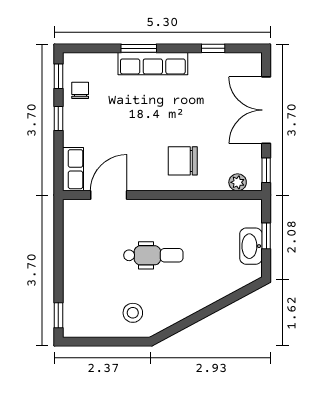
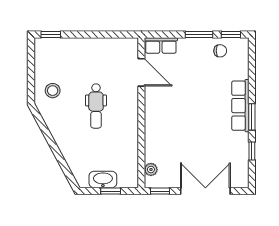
window: (139, 48) -> (252, 117), moved
window: (58, 119) -> (199, 35), width x1.50
chair: (183, 161) -> (167, 128), removed

